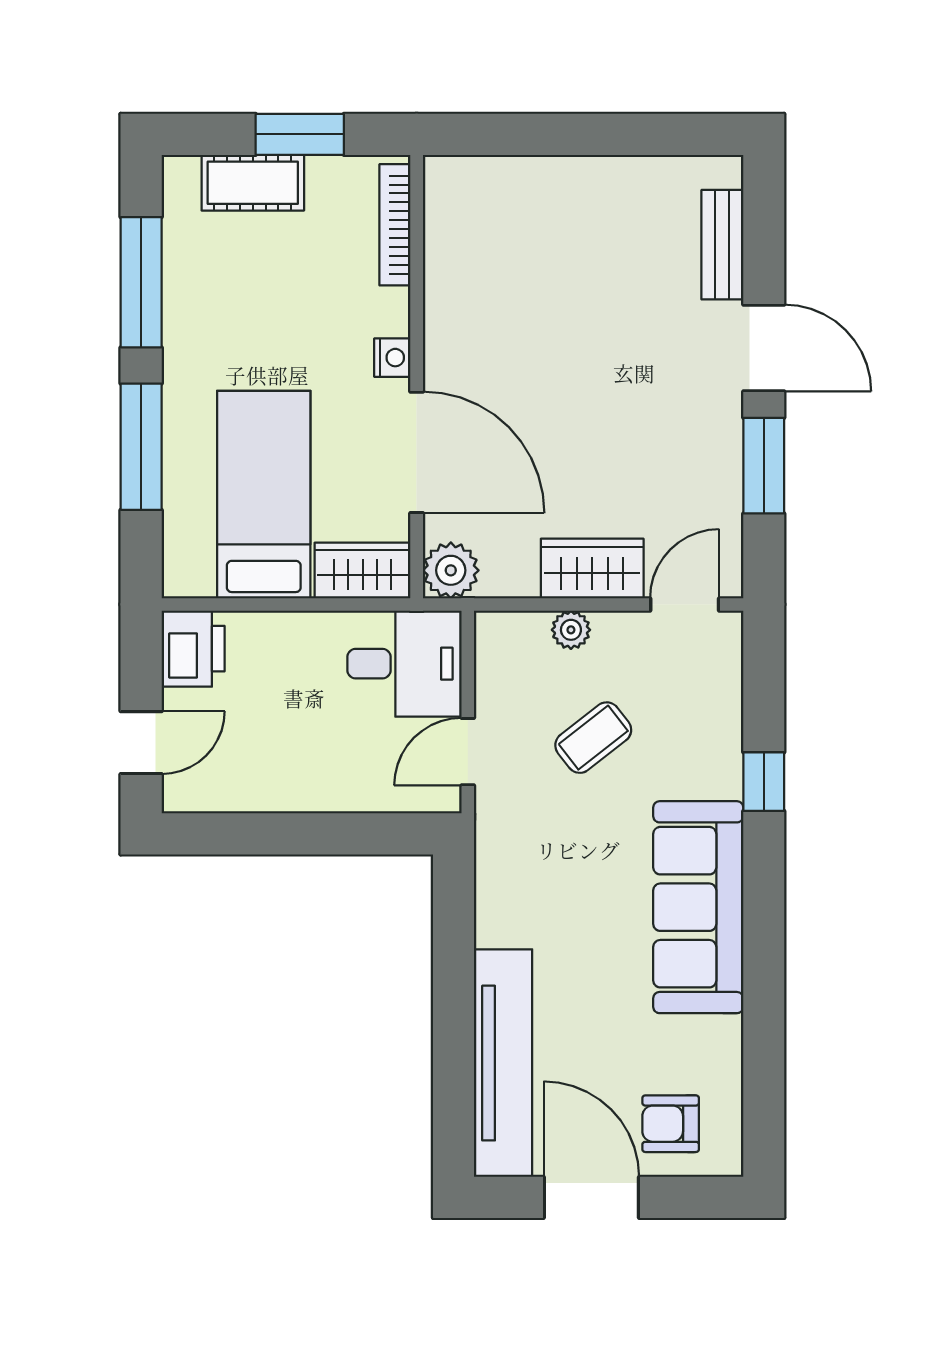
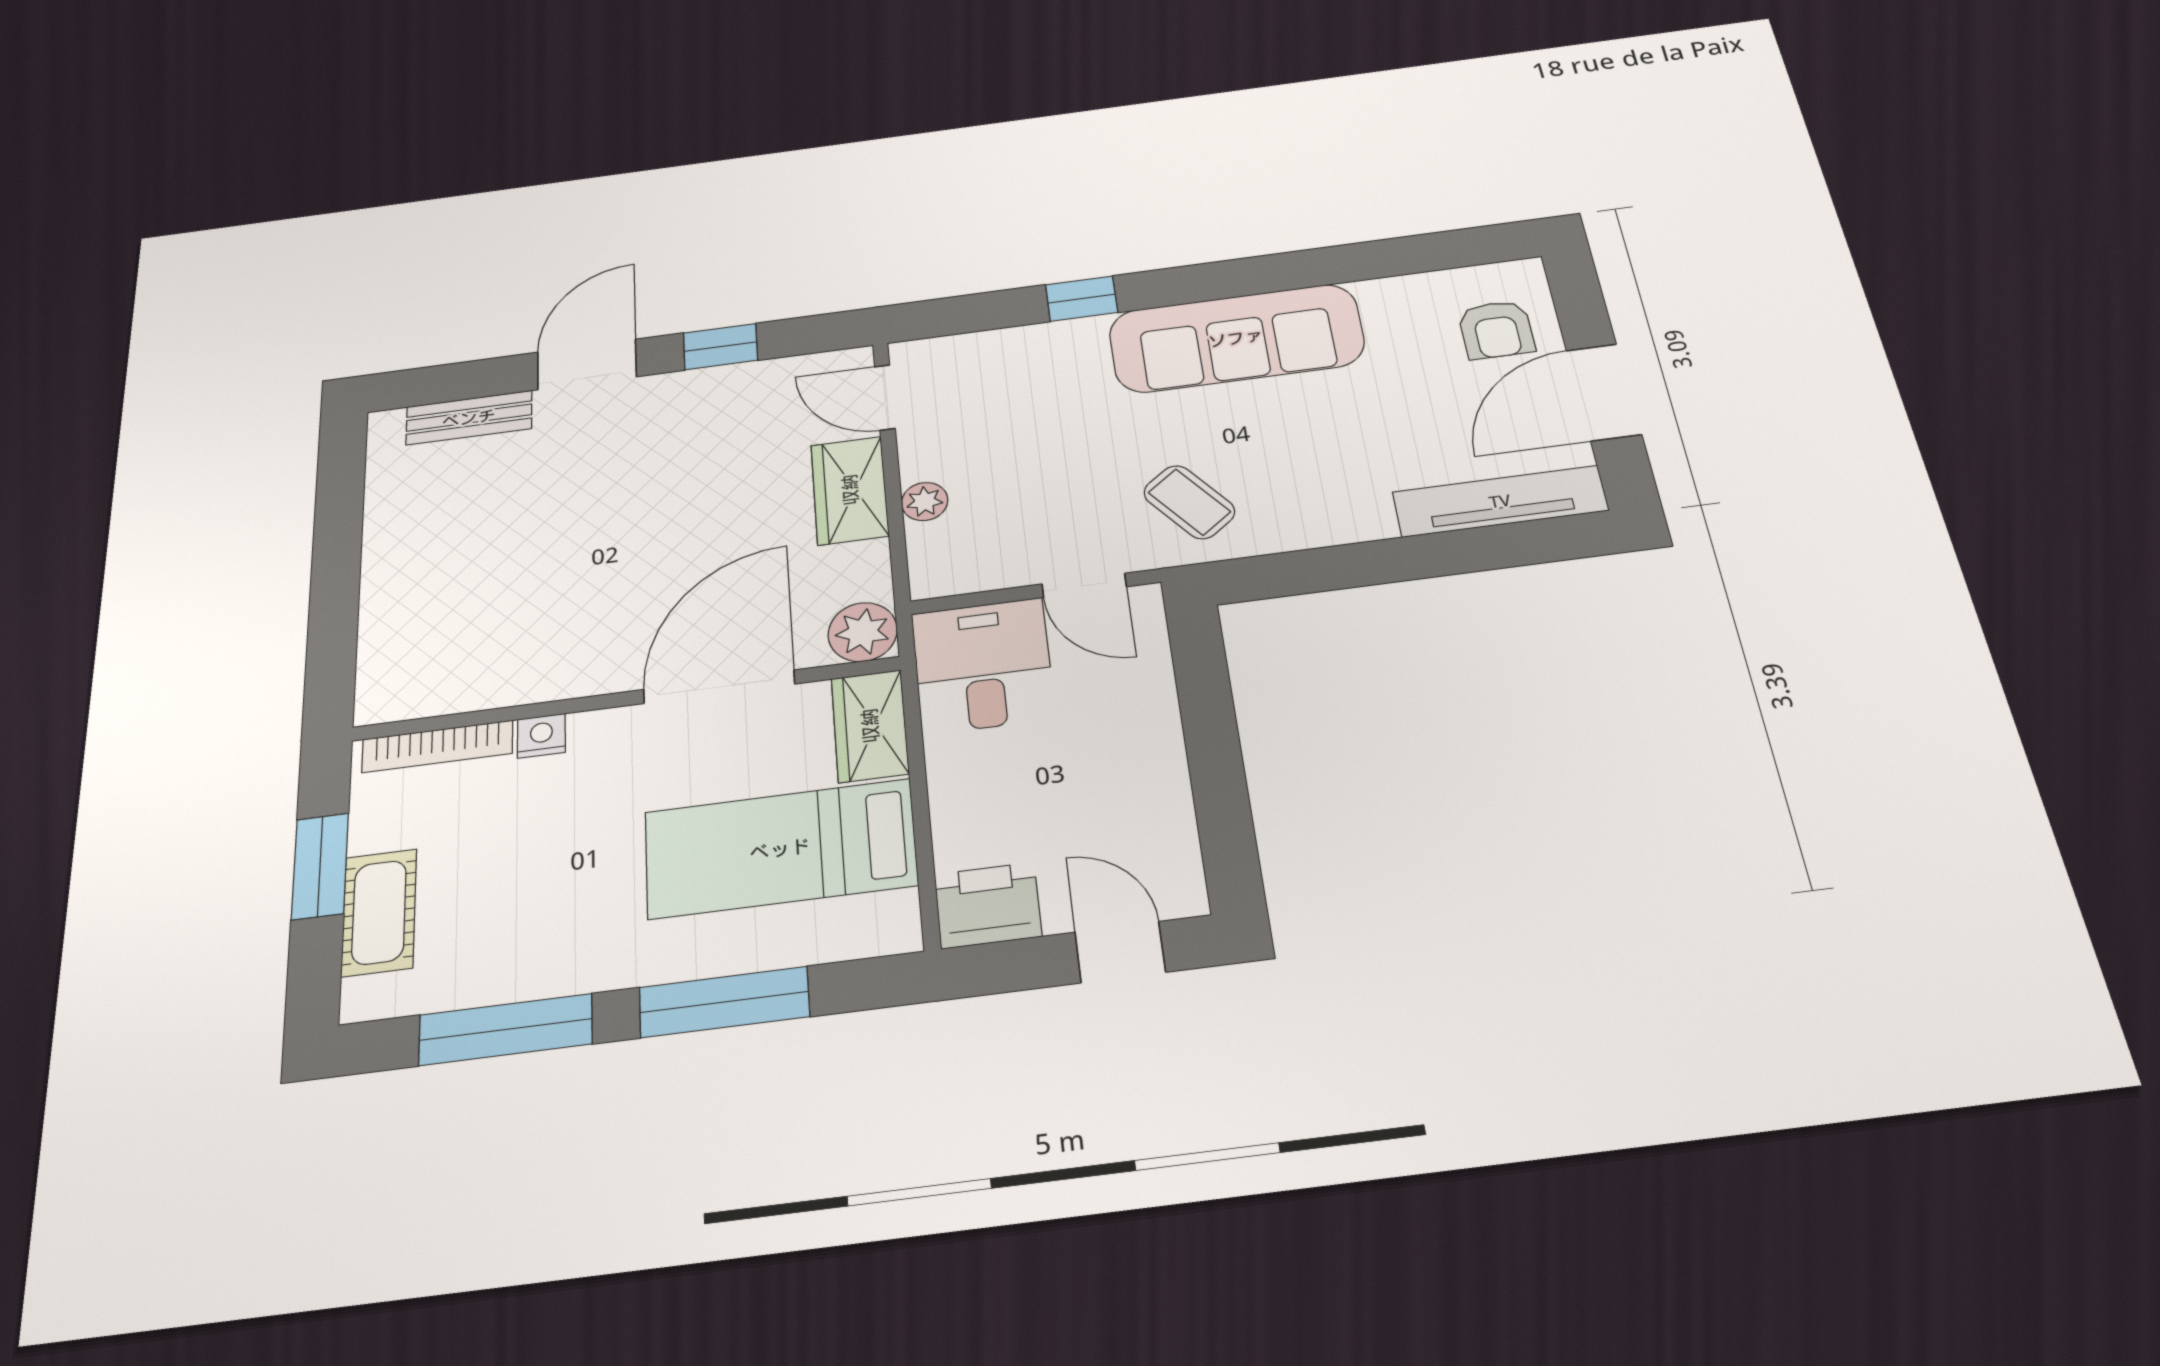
nightstand: (392, 358) -> (541, 736), moved
window: (764, 466) -> (720, 347), width x0.67
coffee table: (593, 738) -> (1189, 502), moved
tv unit: (503, 1063) -> (1500, 501), width x0.73, depth x0.78

